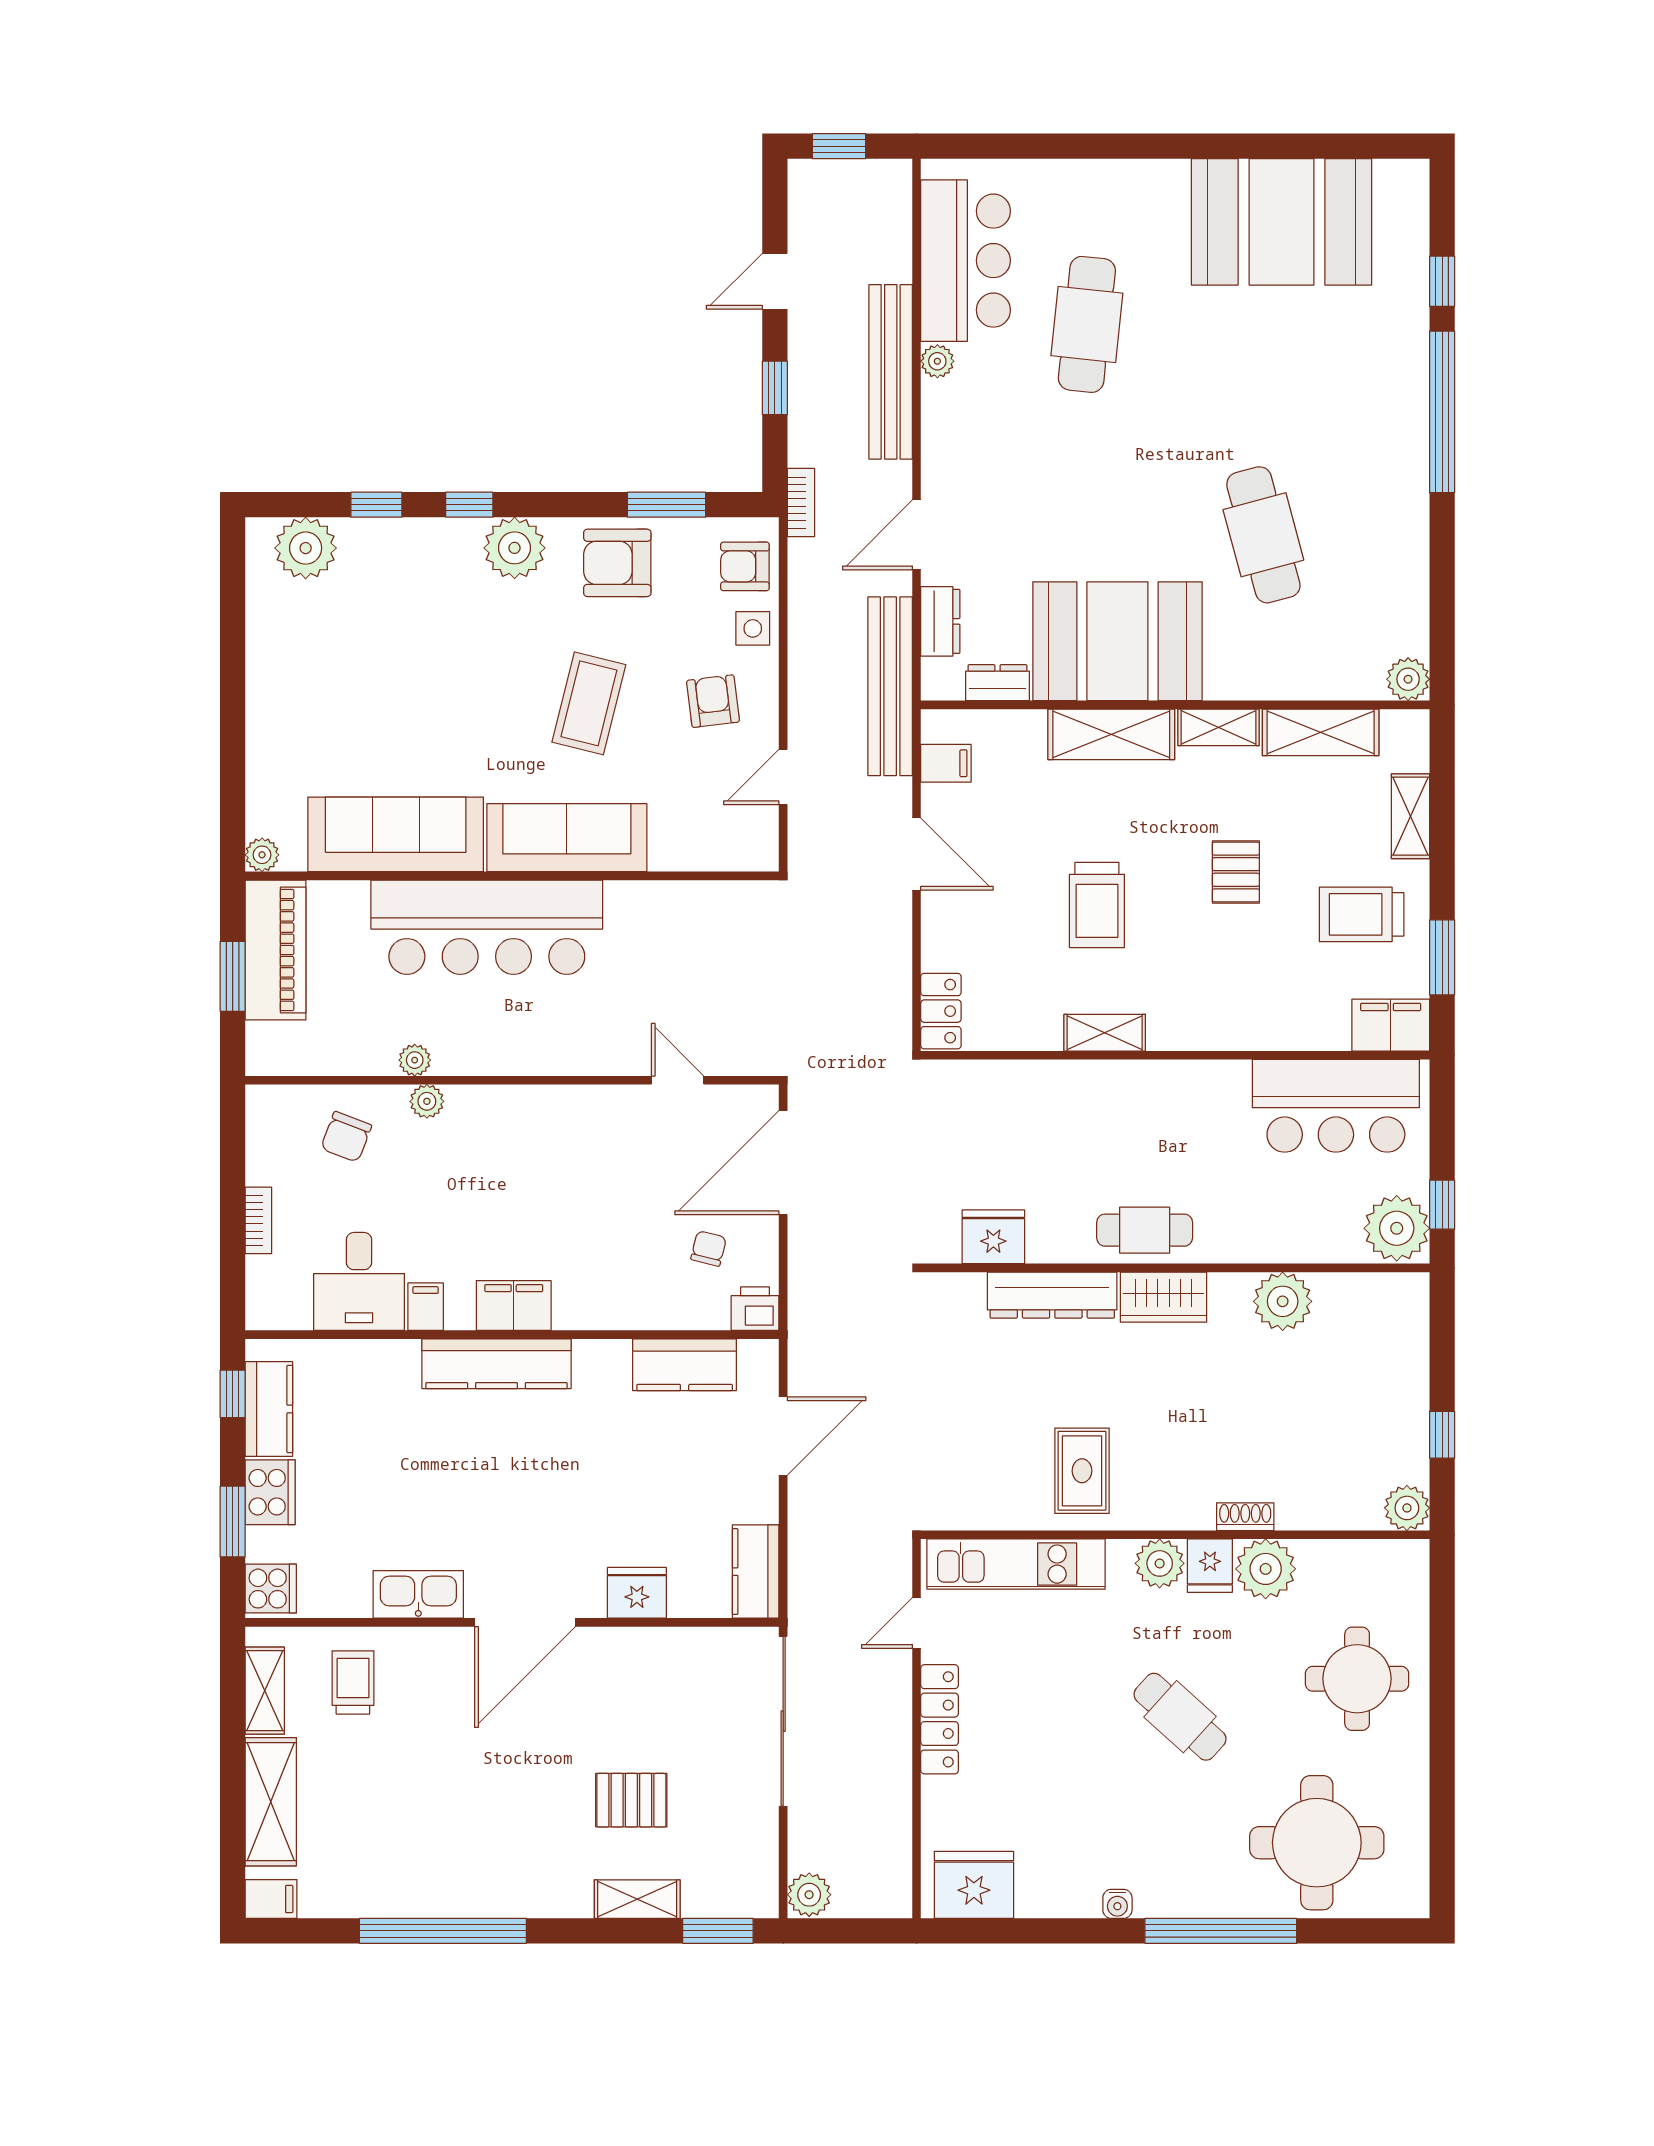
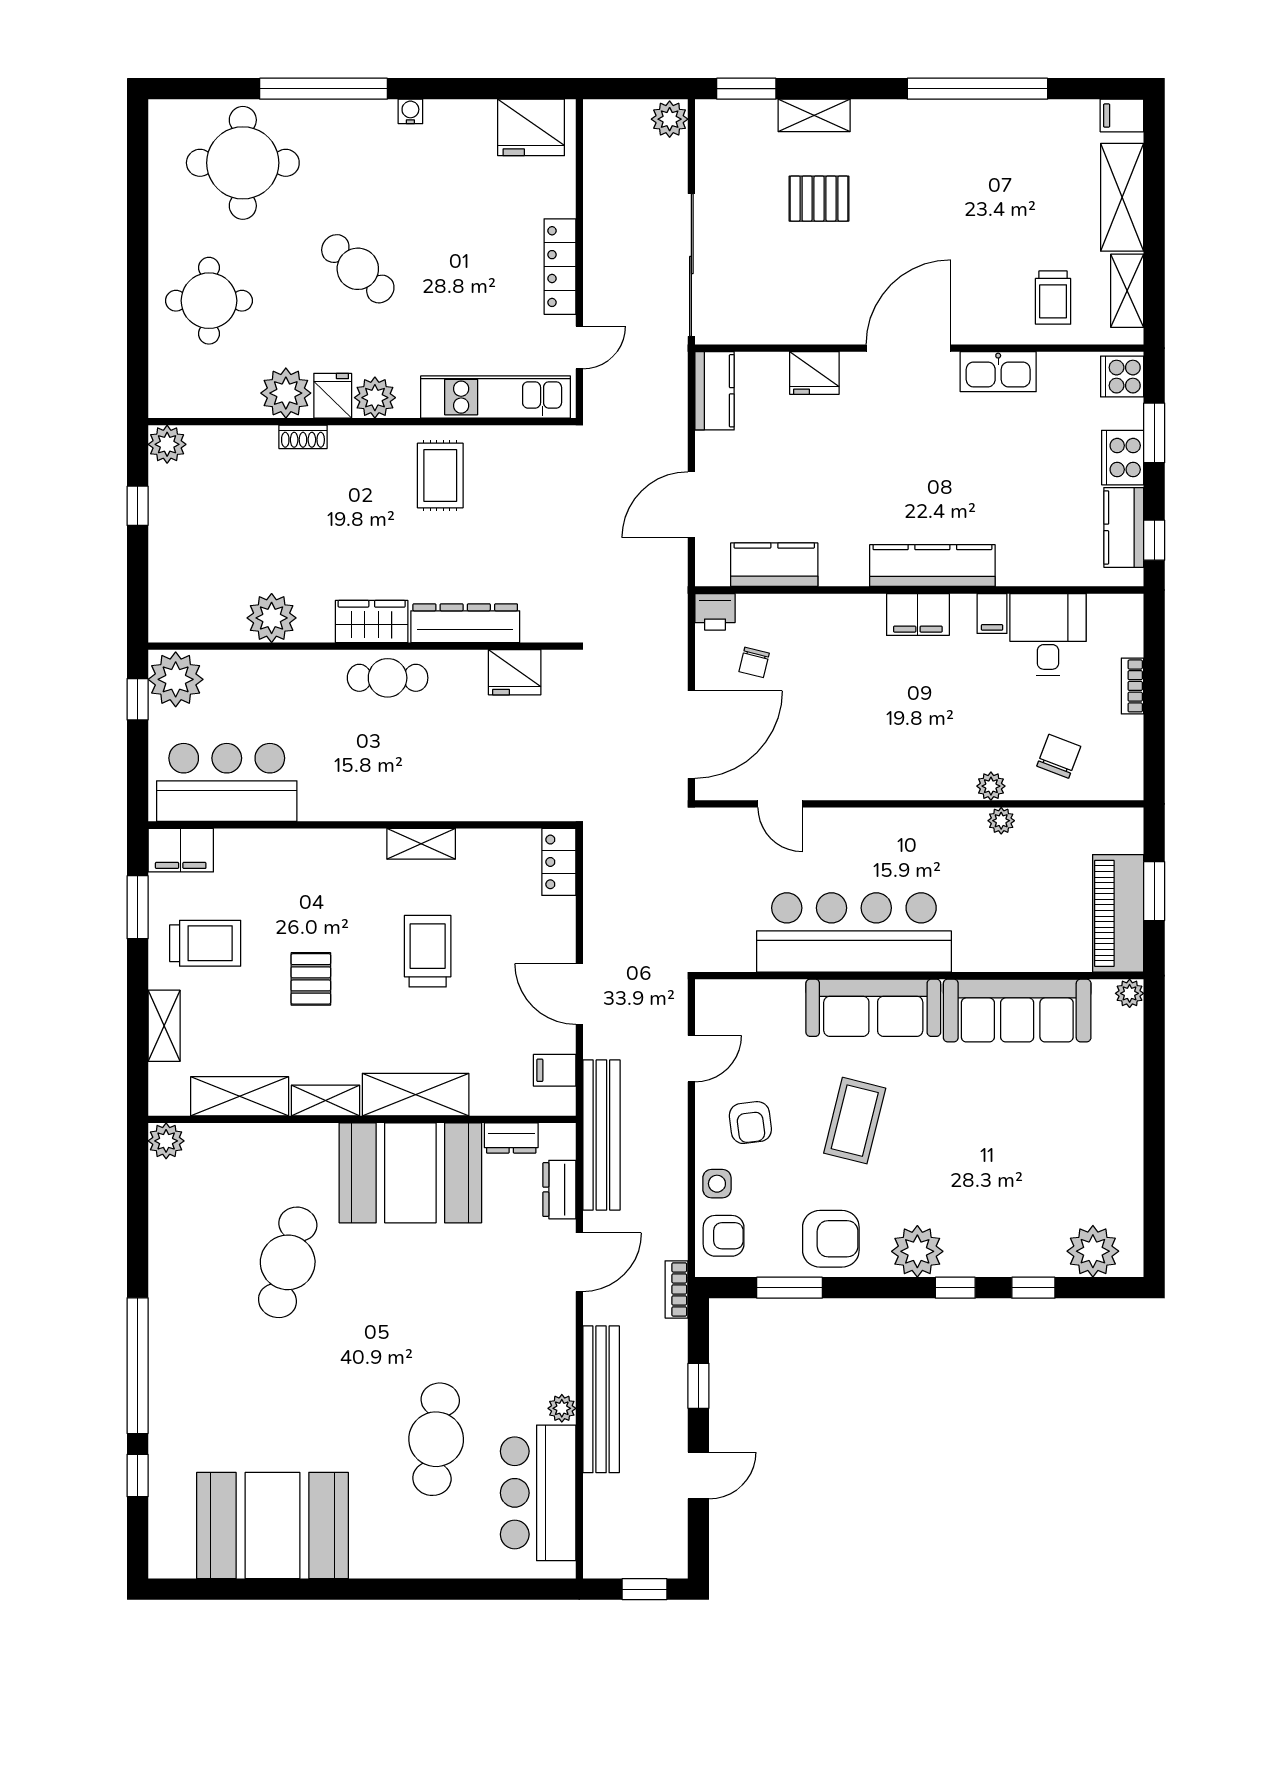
cafe table: (1263, 535) -> (288, 1262), turned 30
bar counter: (487, 927) -> (854, 932), moved

